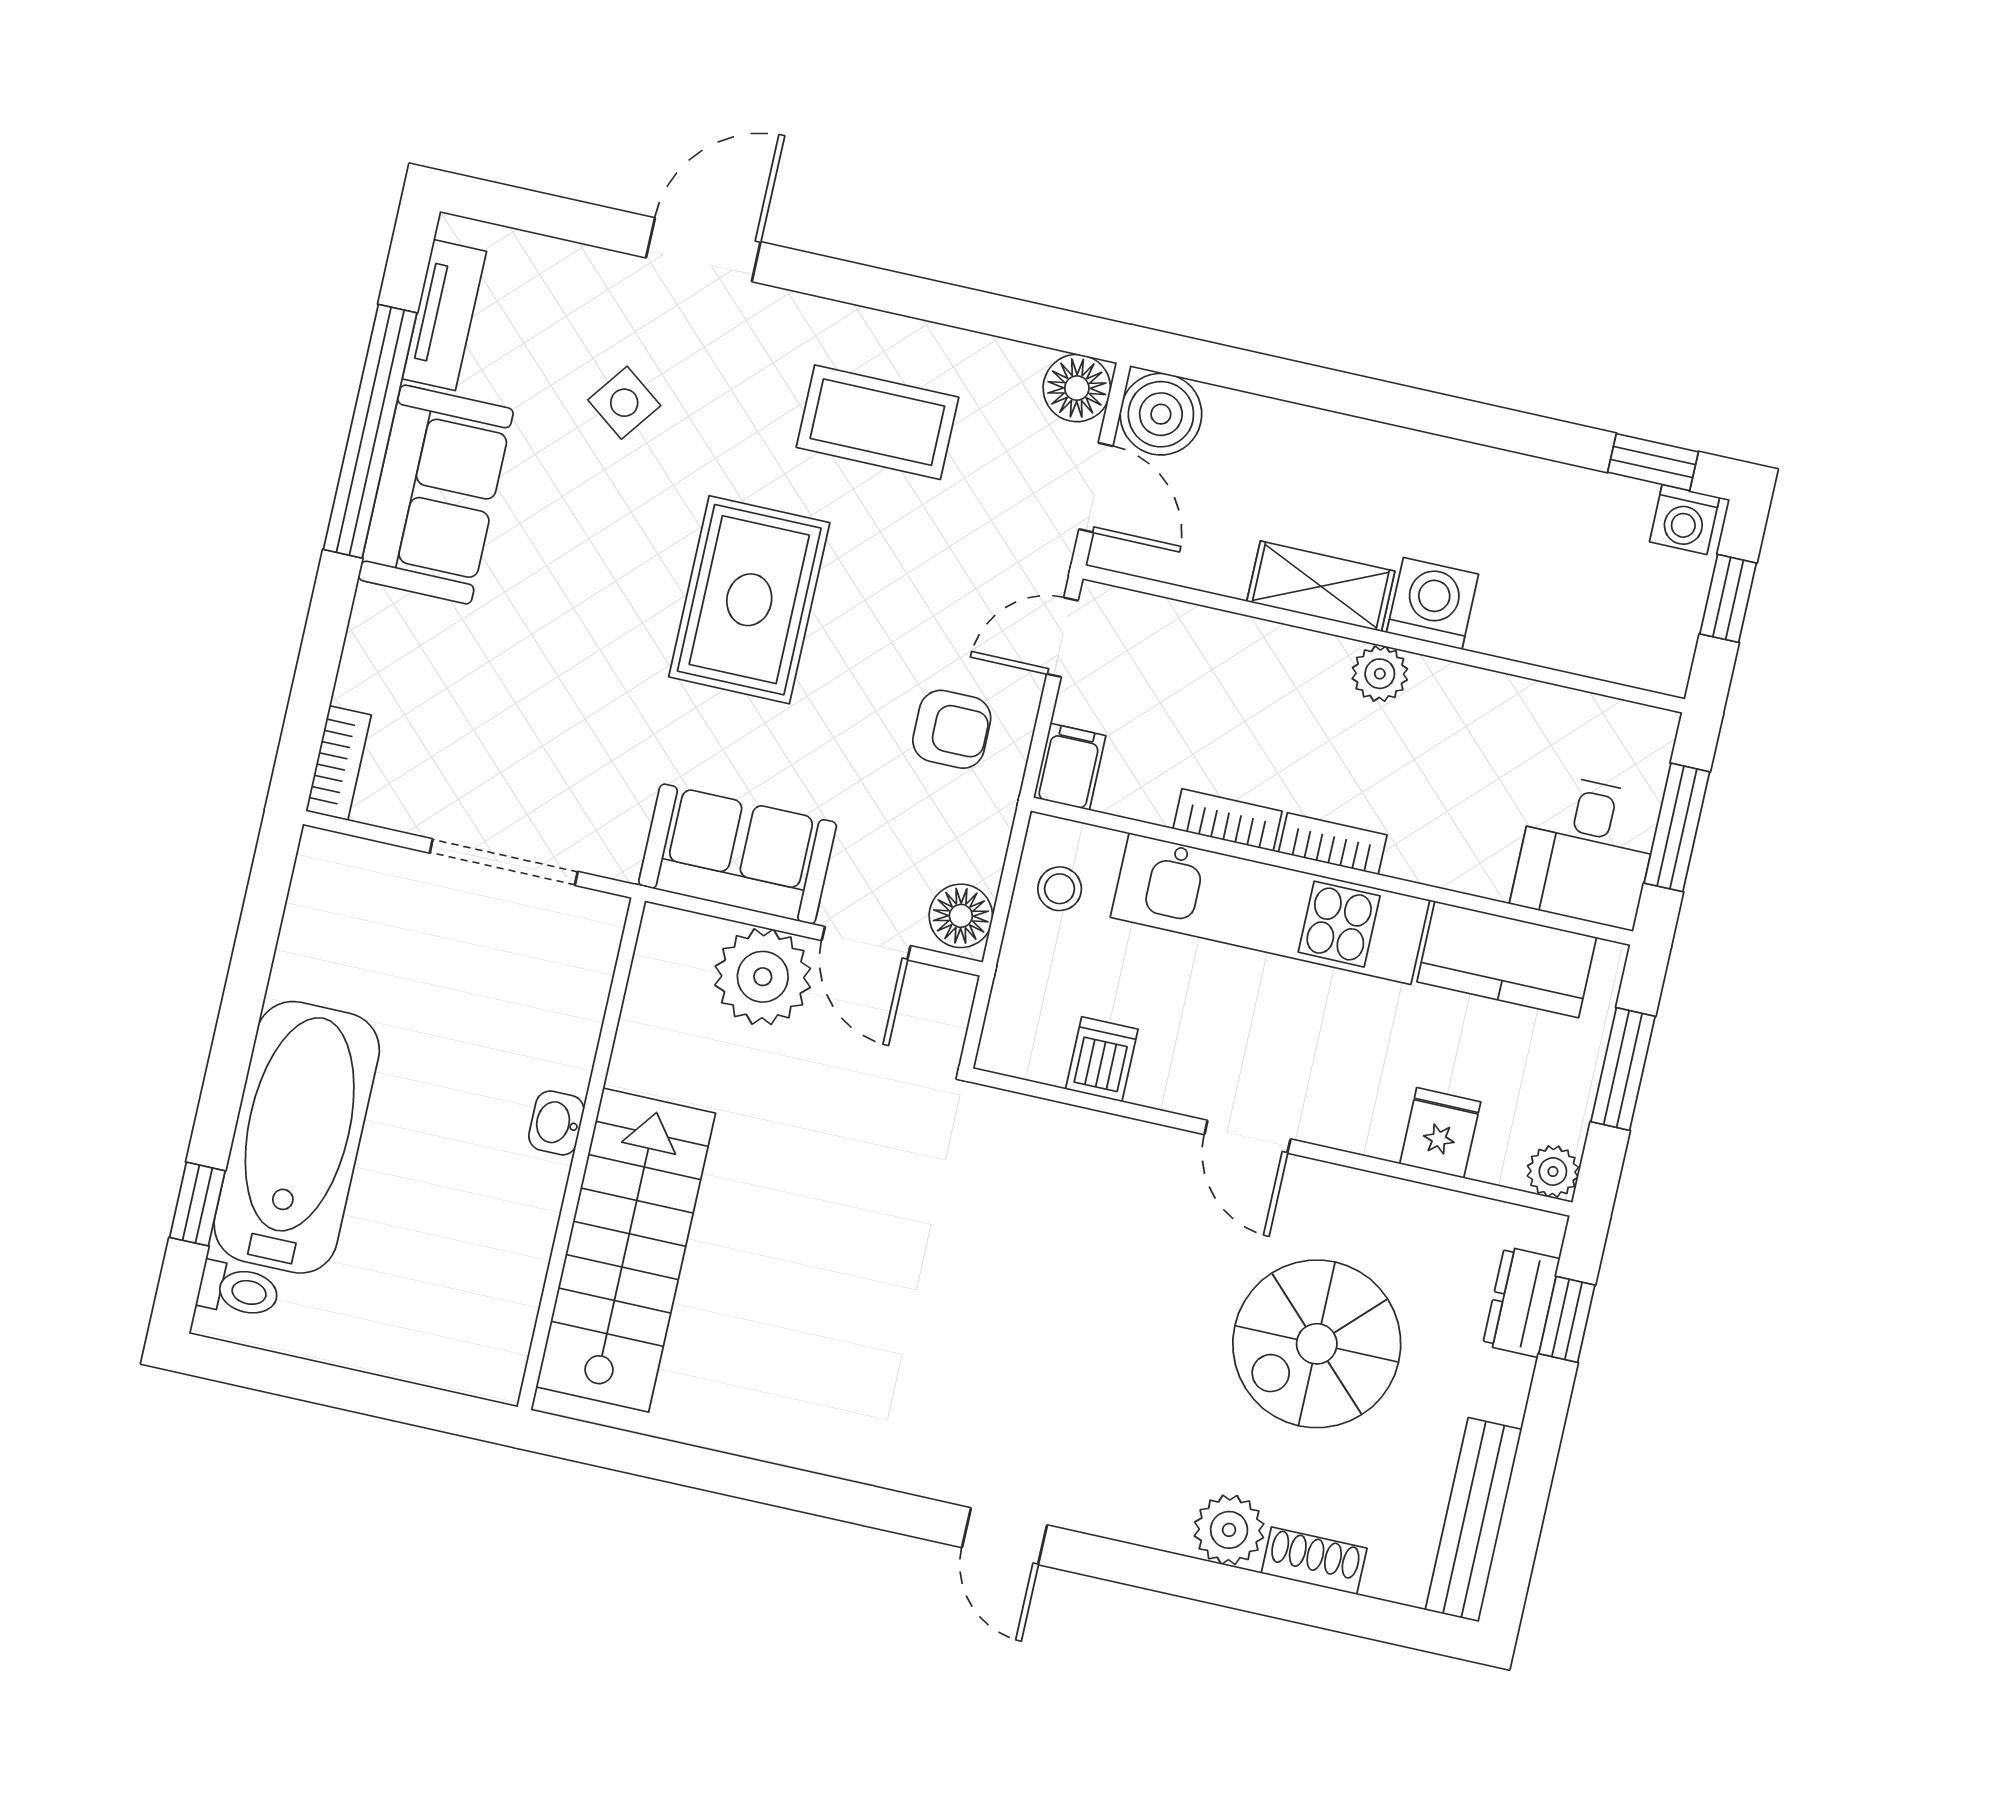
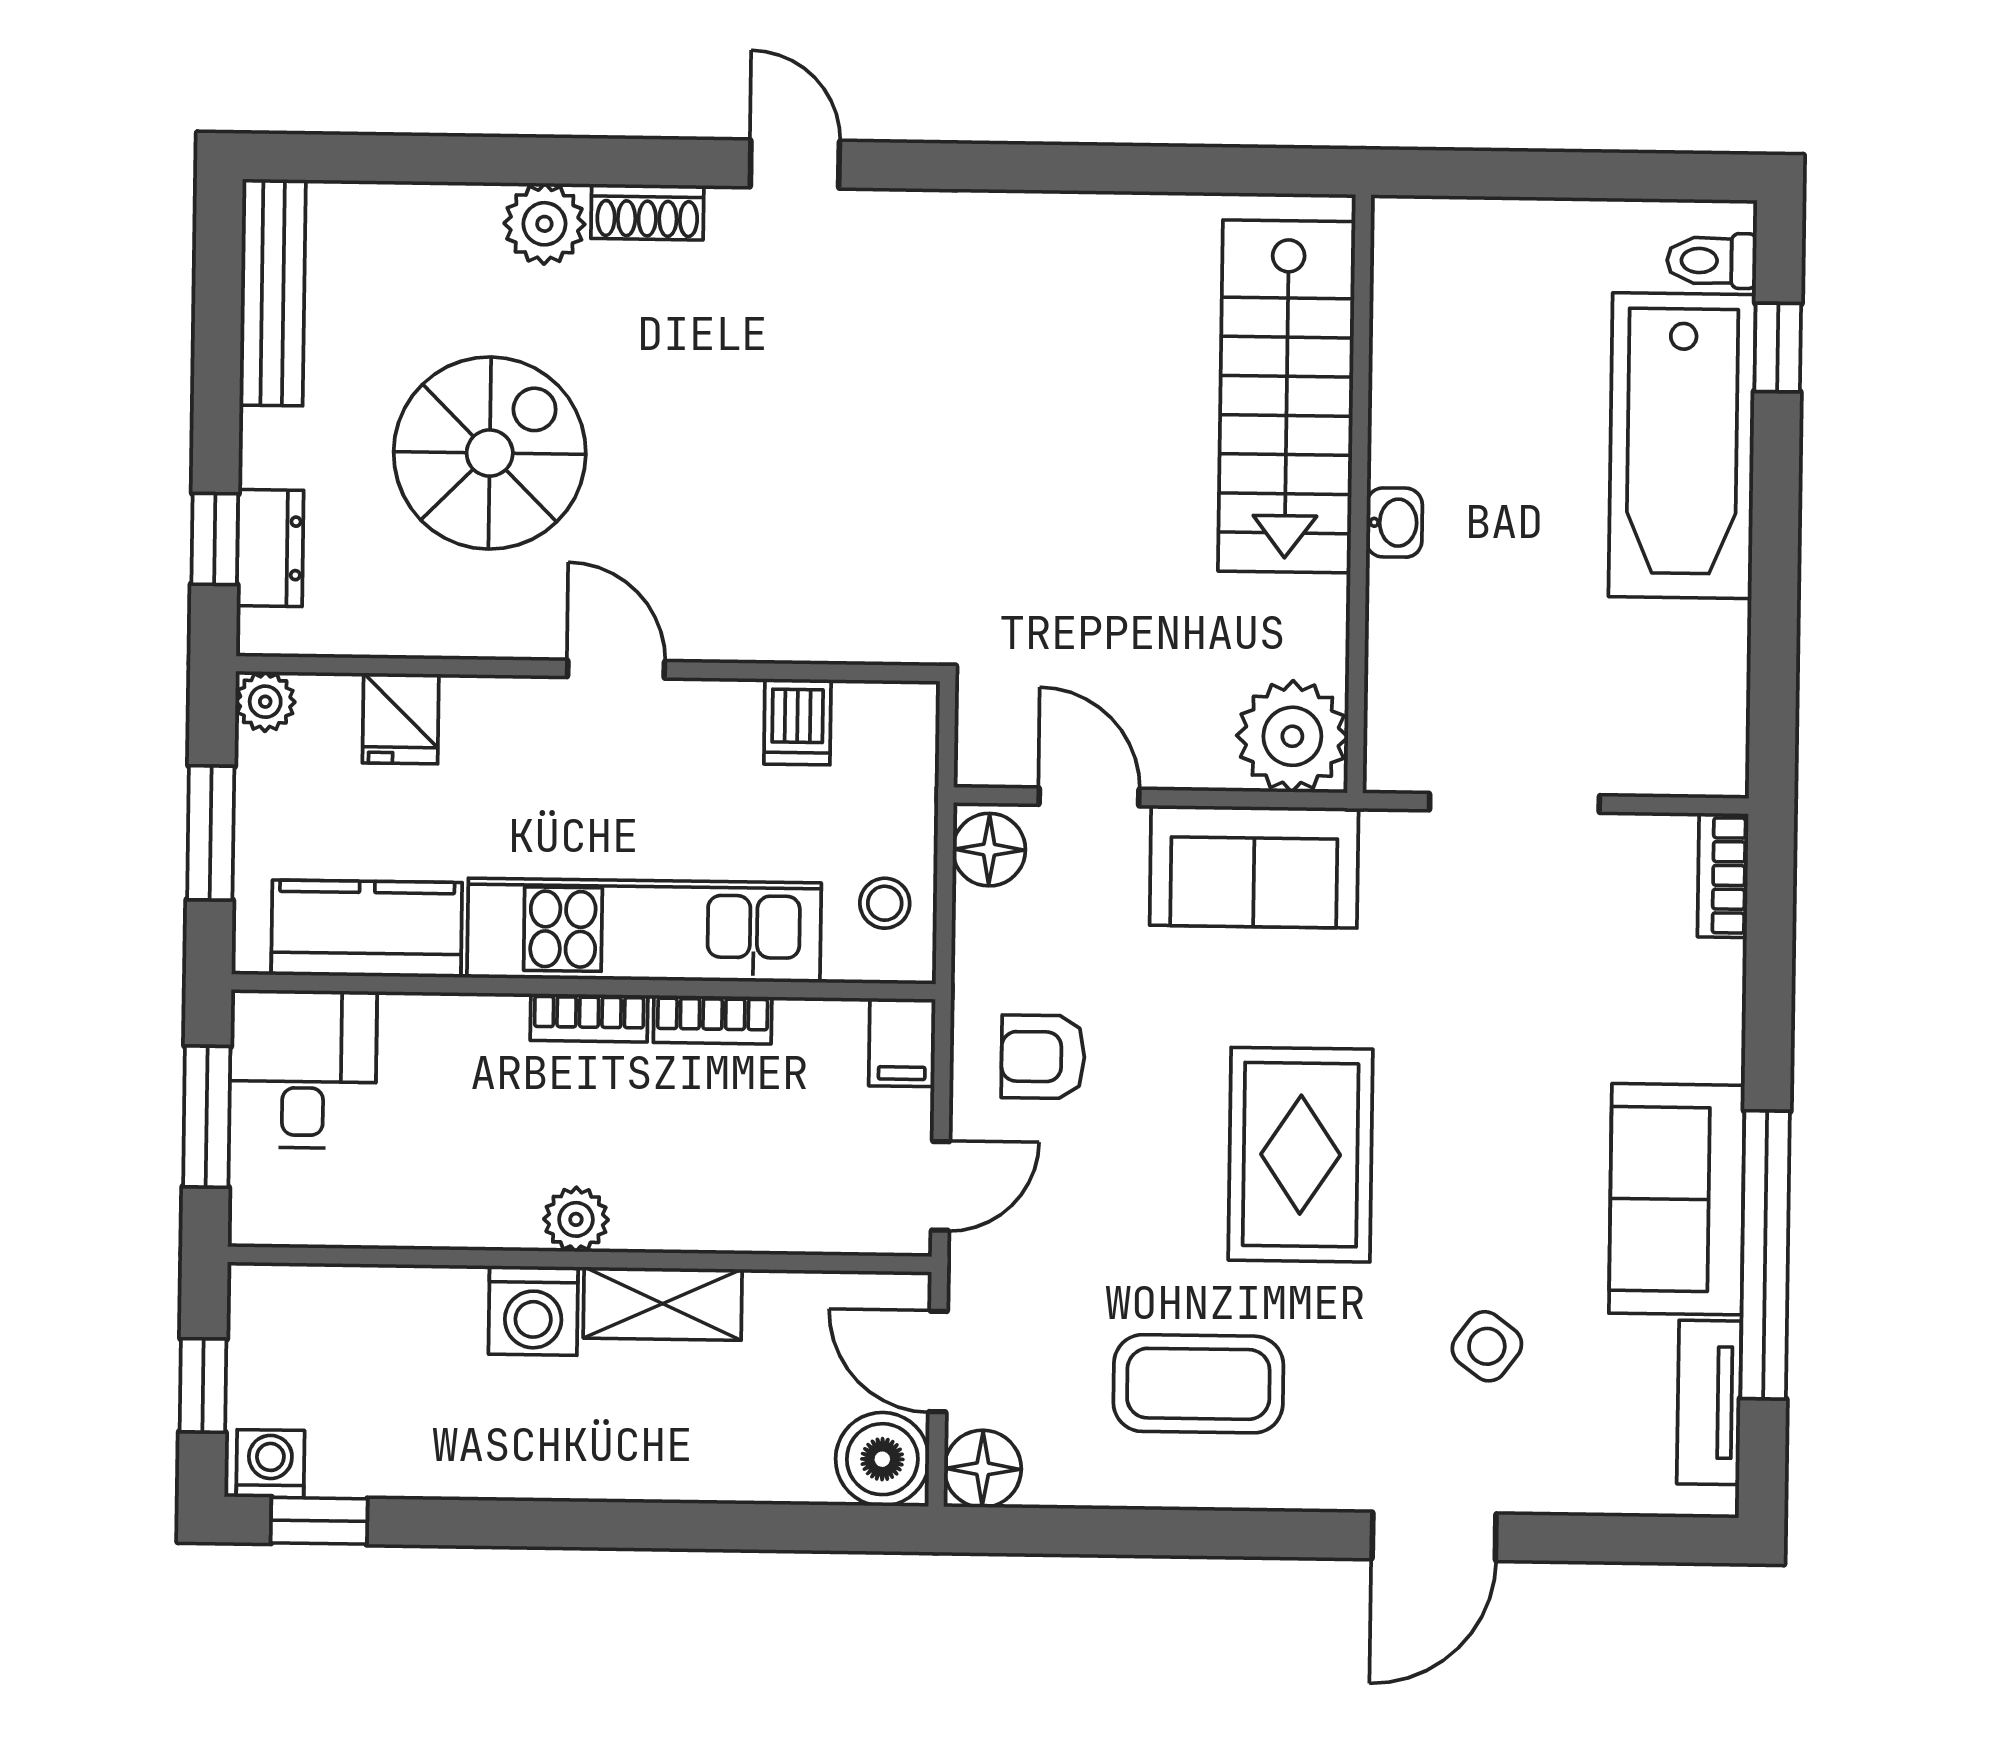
plant: (763, 977) -> (1292, 736), moved
shoe rack: (1314, 1561) -> (647, 212), moved

